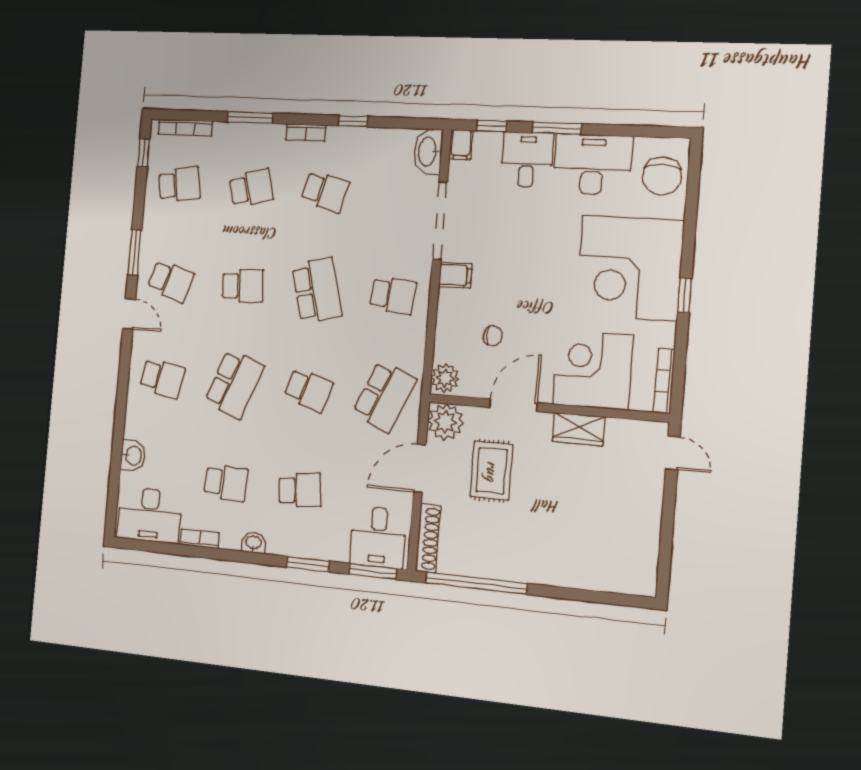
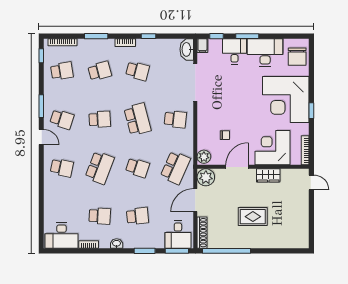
filing cabinet: (455, 275) -> (205, 108), removed
washbasin: (133, 456) -> (50, 207), removed
rug: (492, 471) -> (253, 217), moved, turned 90

